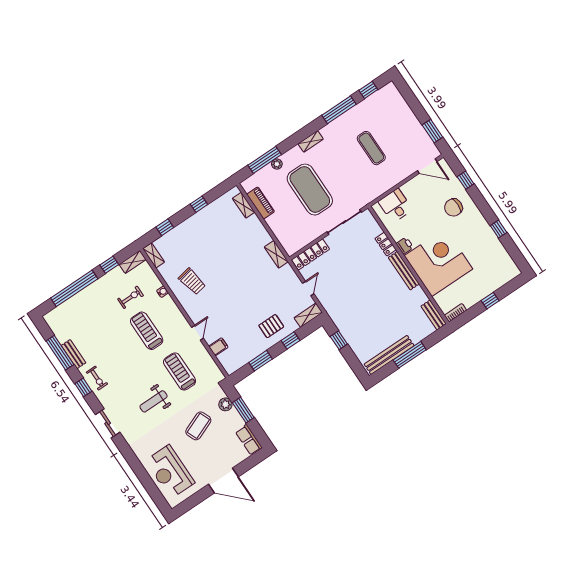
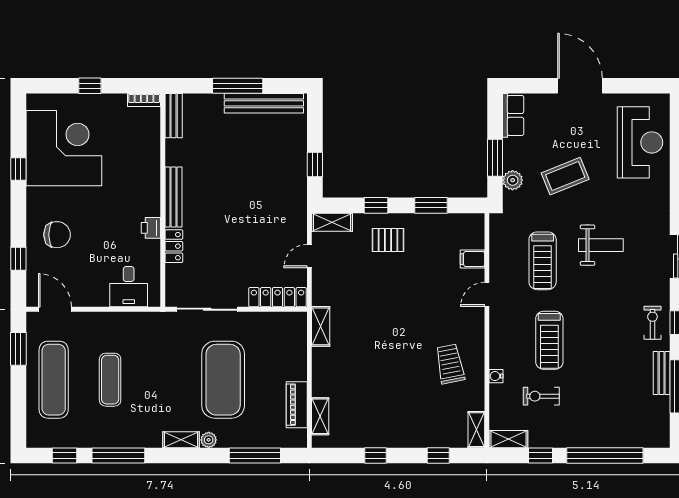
exercise mat: (402, 127) -> (54, 380), added
plant: (277, 164) -> (209, 440), moved
corner desk: (438, 262) -> (64, 148), moved, turned 180

